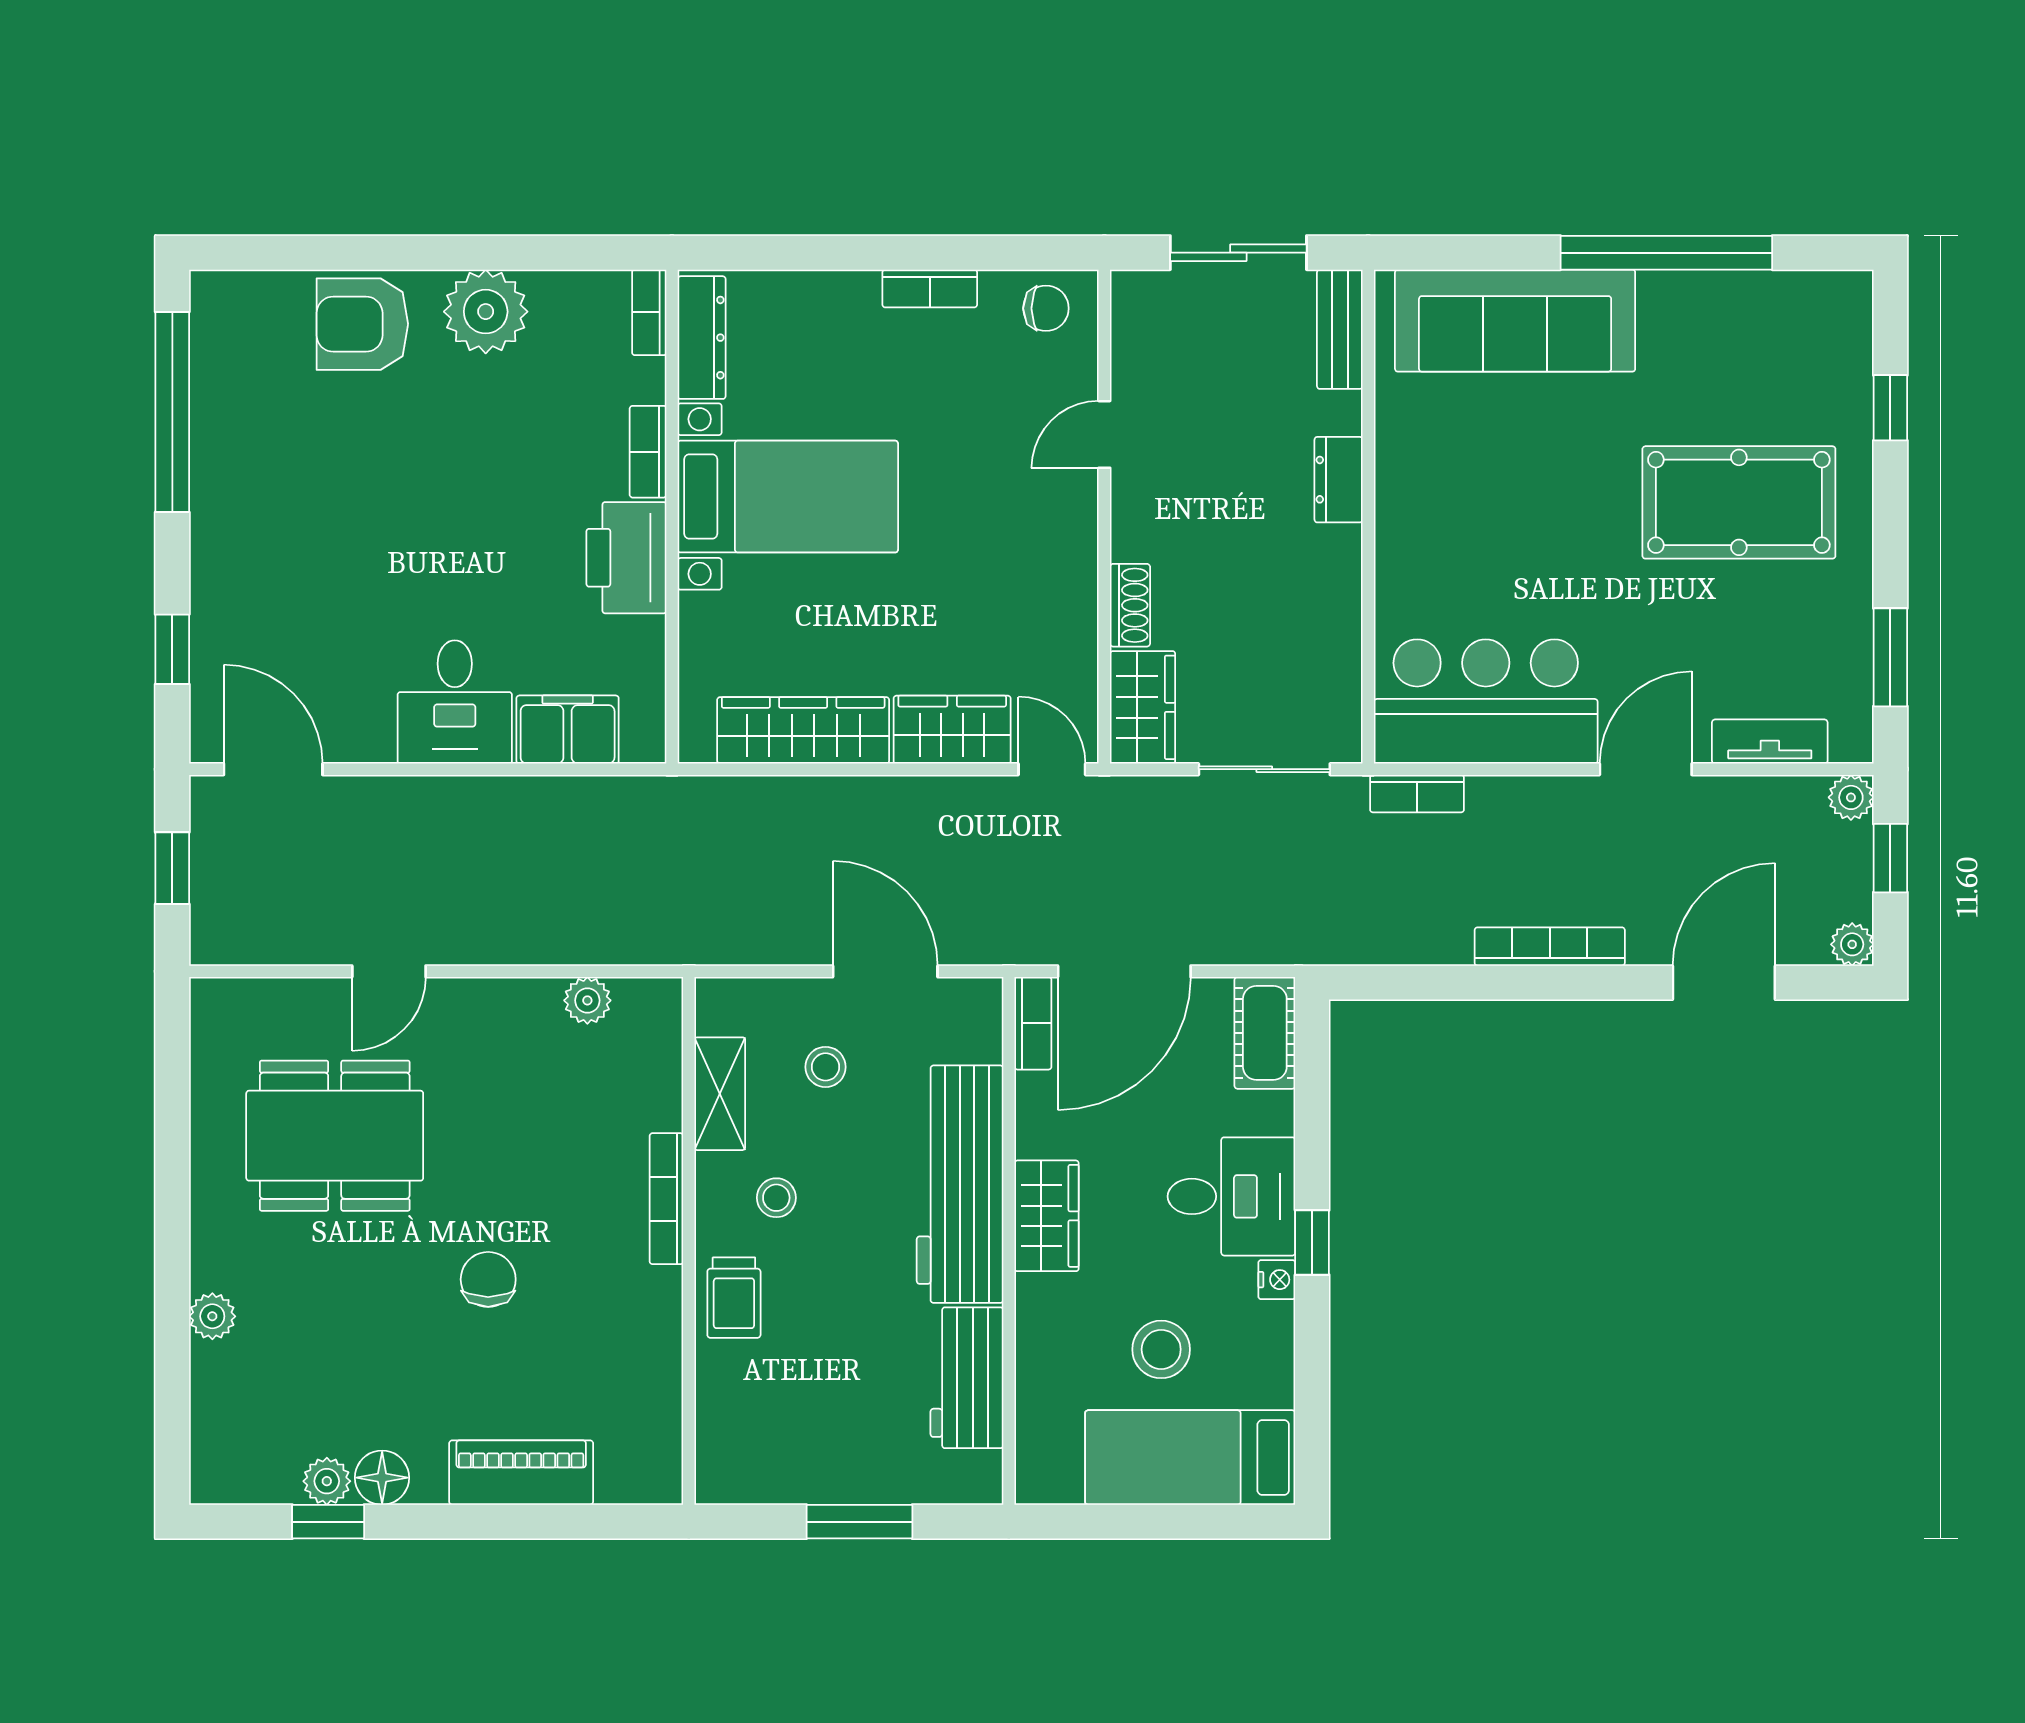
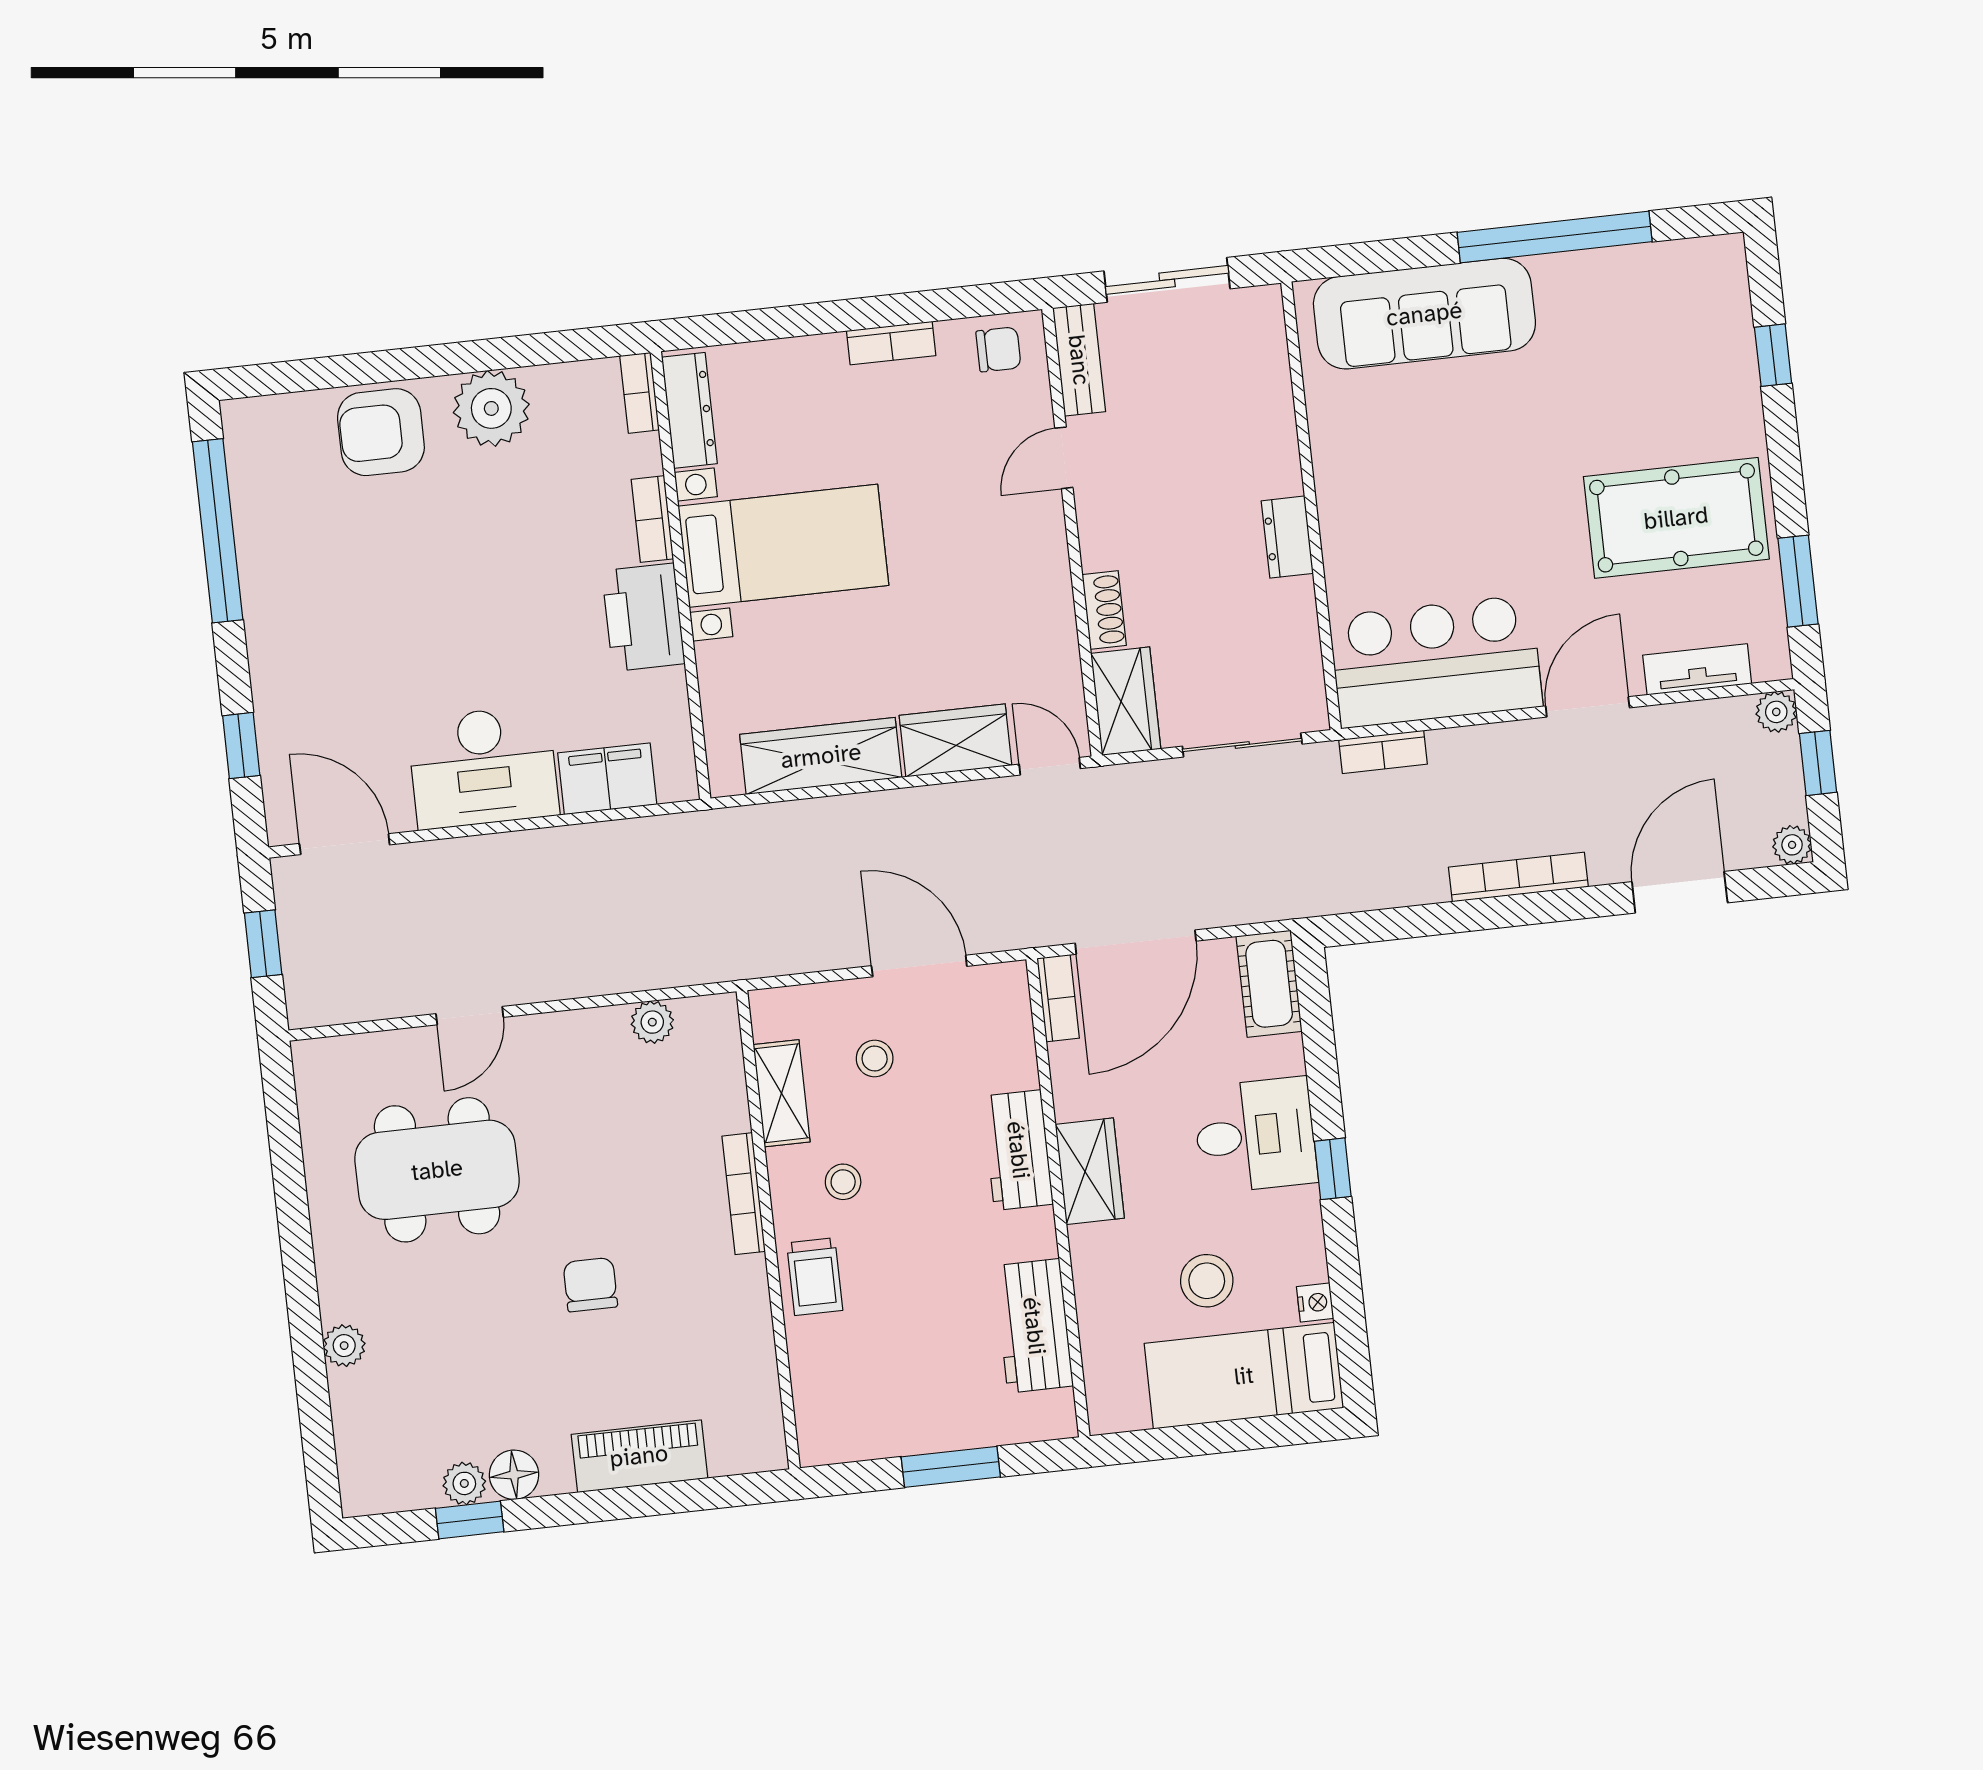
bench: (1340, 329) -> (1079, 360), moved
dresser: (1339, 480) -> (1287, 537), moved
pool table: (1739, 502) -> (1676, 518), moved
desk: (455, 702) -> (483, 767), width x1.37
workbench: (960, 1184) -> (1018, 1150), width x0.53, depth x0.76
nightstand: (1277, 1280) -> (1315, 1302), moved

